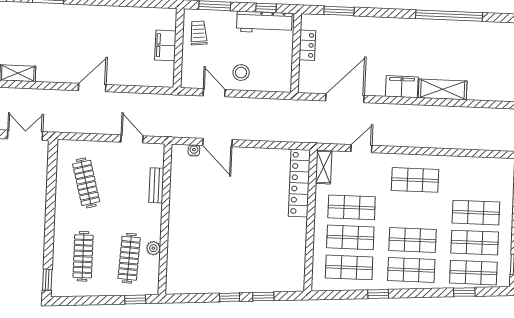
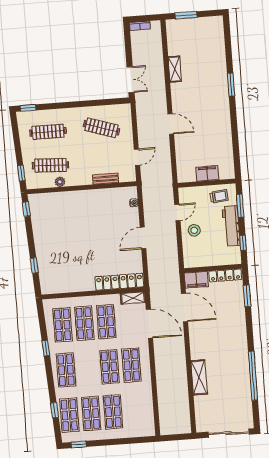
workbench: (264, 22) -> (231, 226), moved
locker: (307, 45) -> (225, 275), width x1.53
filing cabinet: (402, 87) -> (196, 280), moved, turned 90
door: (217, 143) -> (143, 238), moved
door: (361, 149) -> (149, 324), width x1.88
clothes rail: (86, 183) -> (101, 128), turned 33
shop shelf: (412, 240) -> (110, 367), moved
window: (230, 297) -> (26, 209), moved

